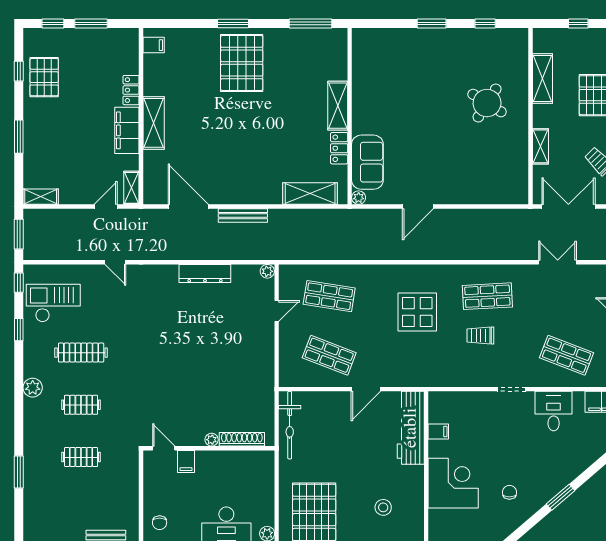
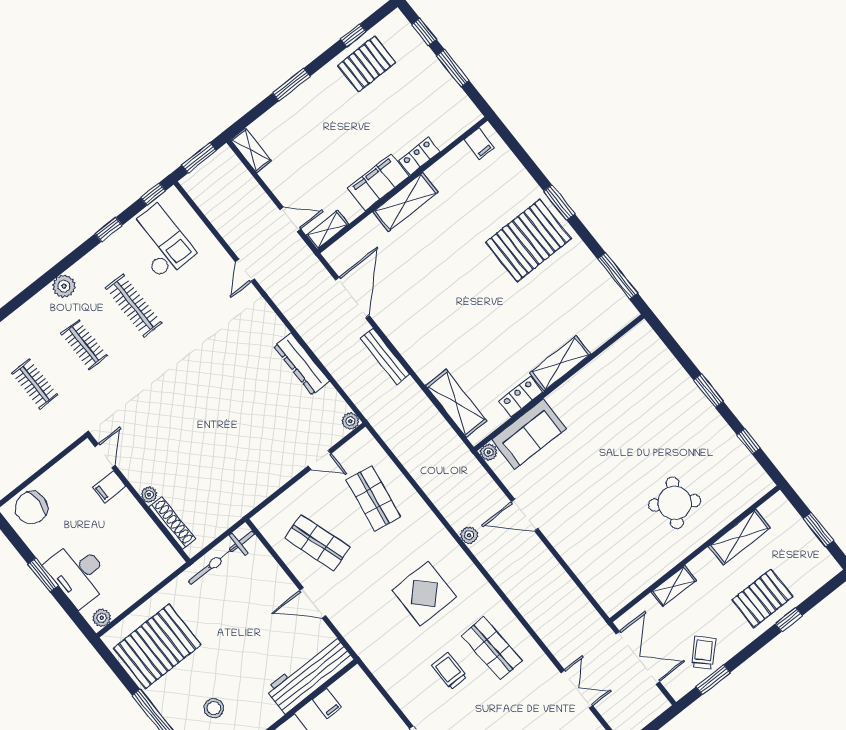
window: (578, 24) -> (818, 530), width x1.50
plant: (402, 253) -> (469, 535), added
shop shelf: (329, 355) -> (317, 543), turned -39
chair: (160, 523) -> (31, 508), width x1.87, depth x1.87

